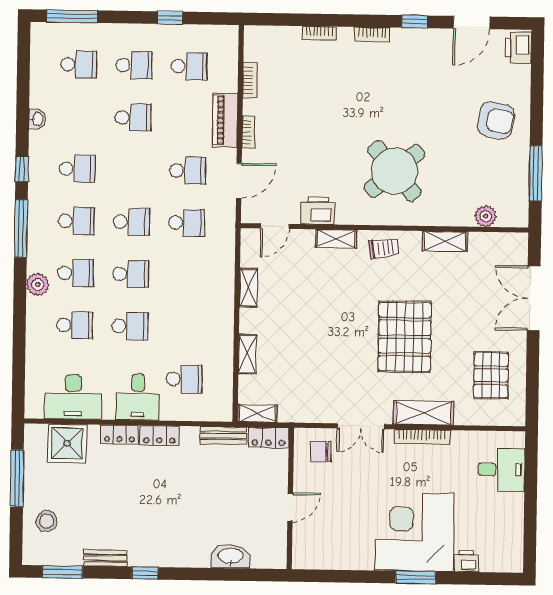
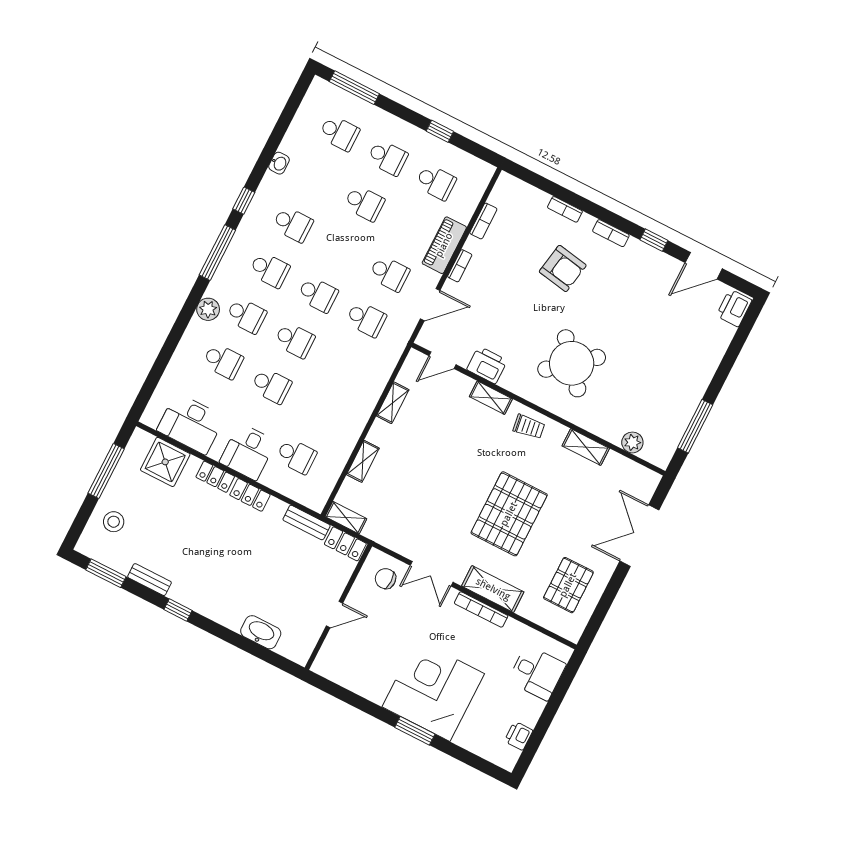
armchair: (496, 120) -> (563, 268), moved
printer: (466, 561) -> (519, 736), moved, turned -90

